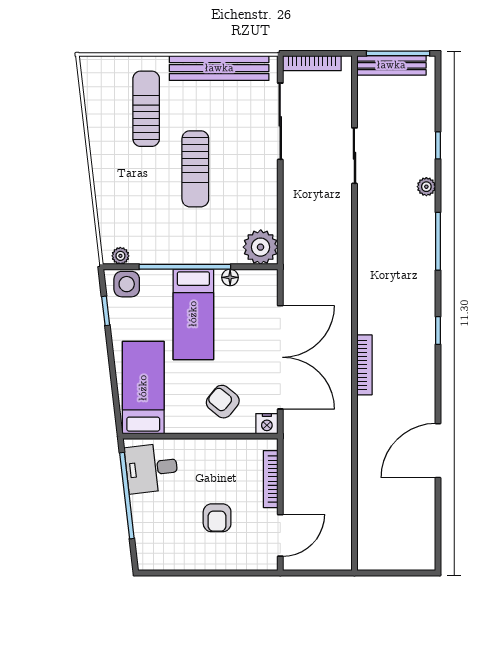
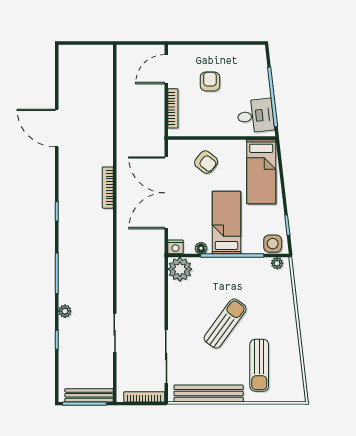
sun lounger: (195, 169) -> (225, 324), turned 36
nightstand: (267, 424) -> (175, 247), moved, turned 180
door: (438, 451) -> (57, 128), swing flipped

